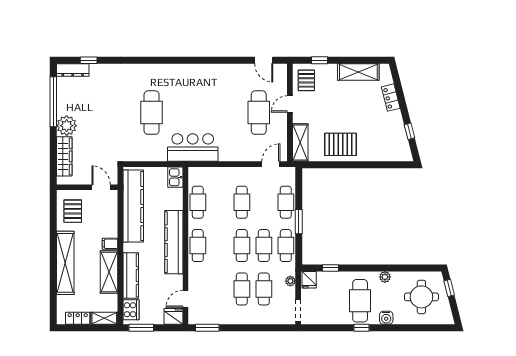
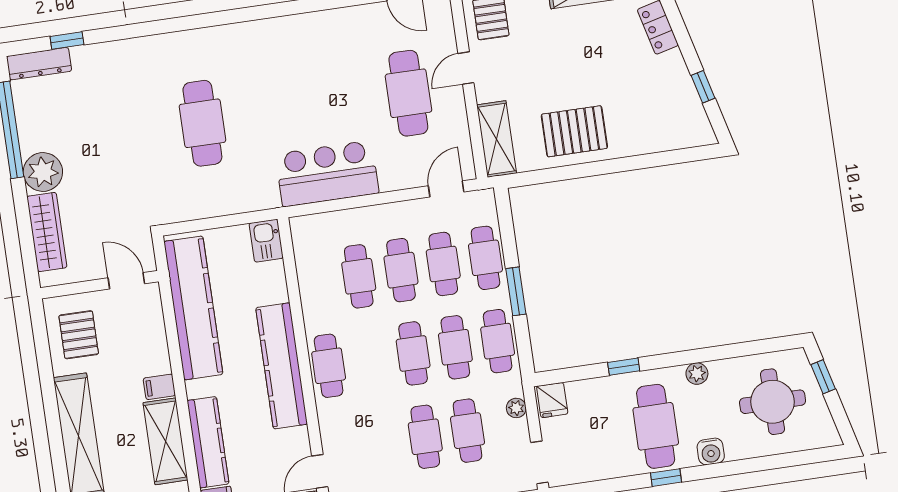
bar counter: (193, 148) -> (327, 174), moved
cafe table: (198, 202) -> (359, 276), moved
cafe table: (264, 202) -> (443, 264), added
window: (331, 268) -> (624, 367), moved

